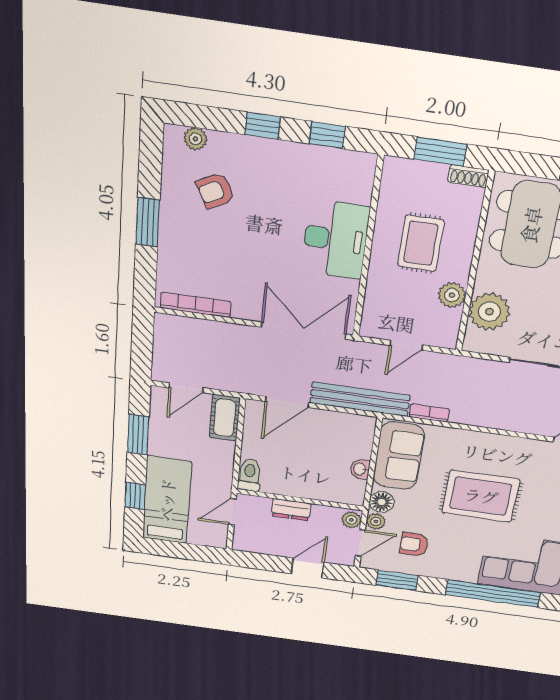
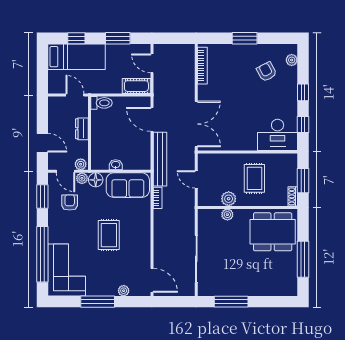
desk: (335, 239) -> (278, 135), moved
rug: (421, 243) -> (254, 178), turned 90
plant: (489, 312) -> (227, 215), width x0.53, depth x0.53
rug: (481, 496) -> (109, 235), width x0.73, depth x0.70

